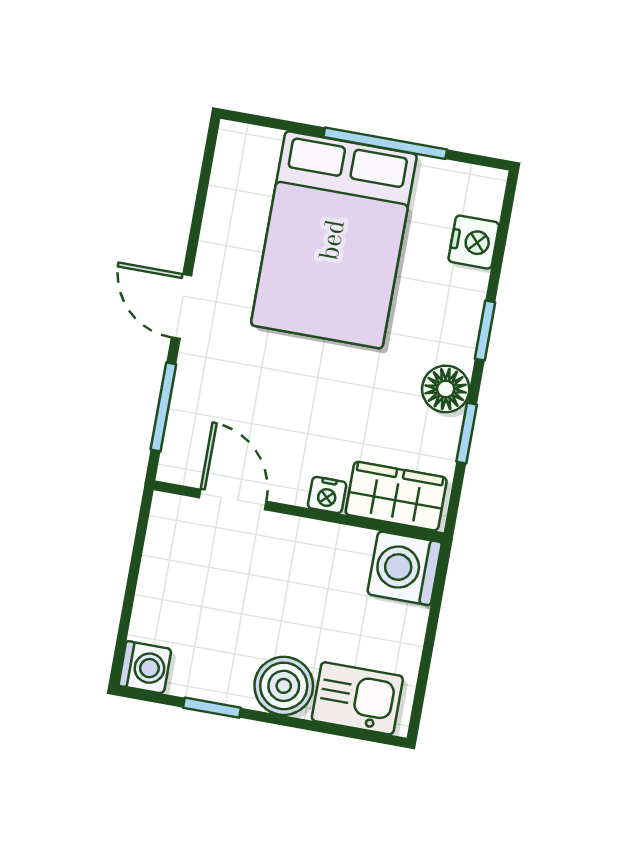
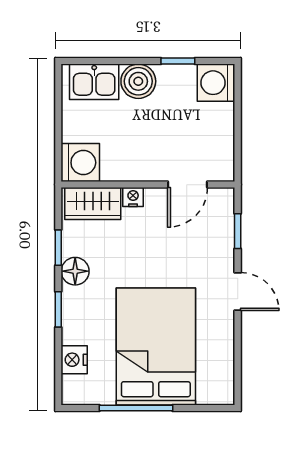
window: (163, 407) -> (238, 231), width x0.67
door: (233, 499) -> (188, 185), hinge flipped
washing machine: (145, 667) -> (216, 83), width x1.38, depth x1.38

